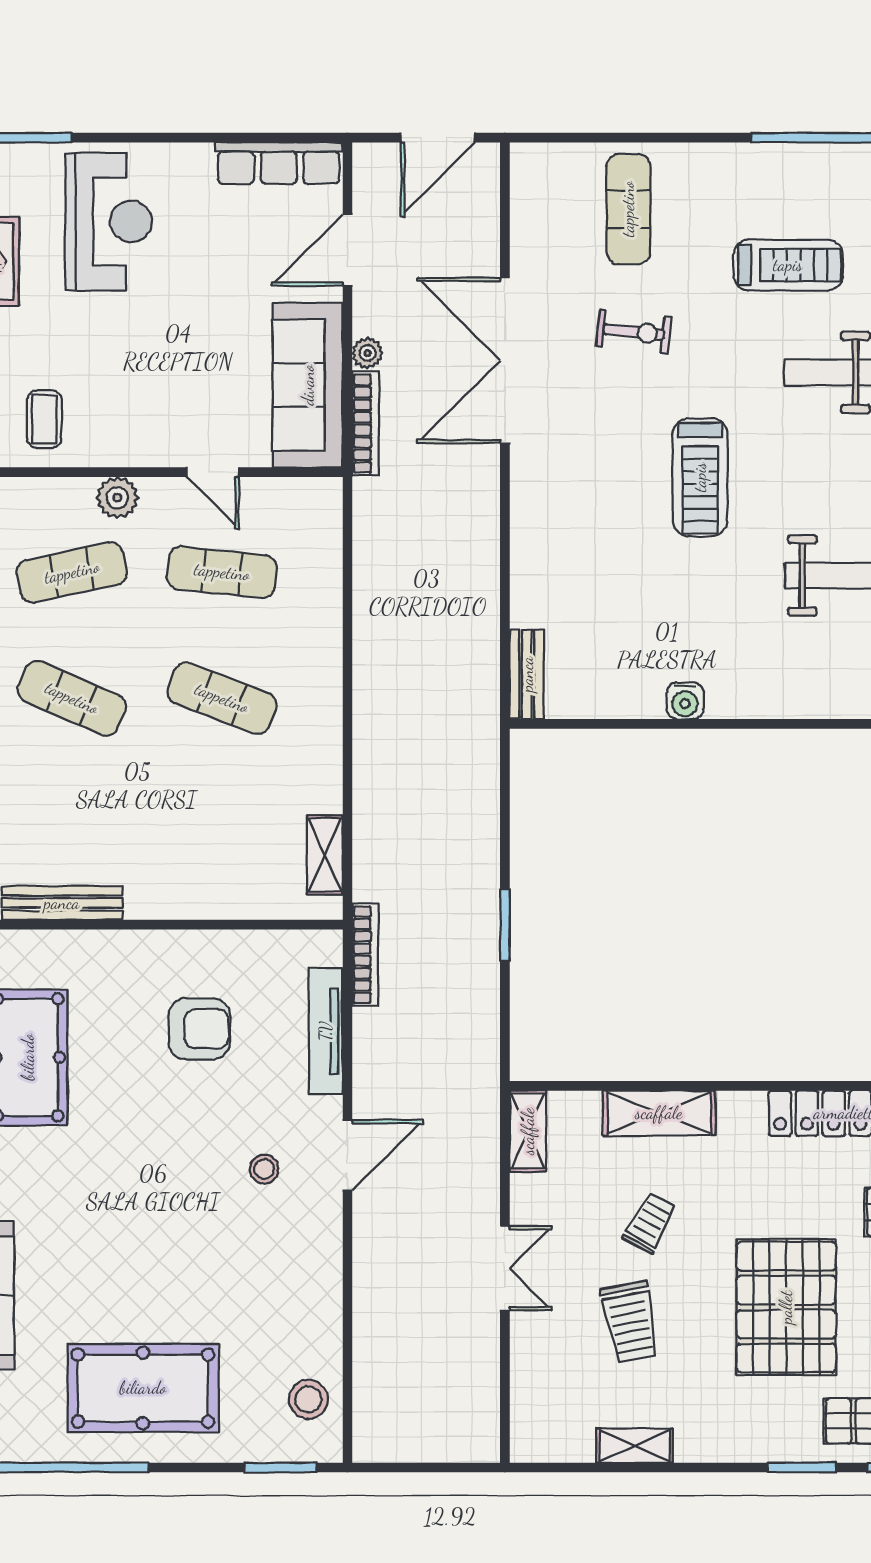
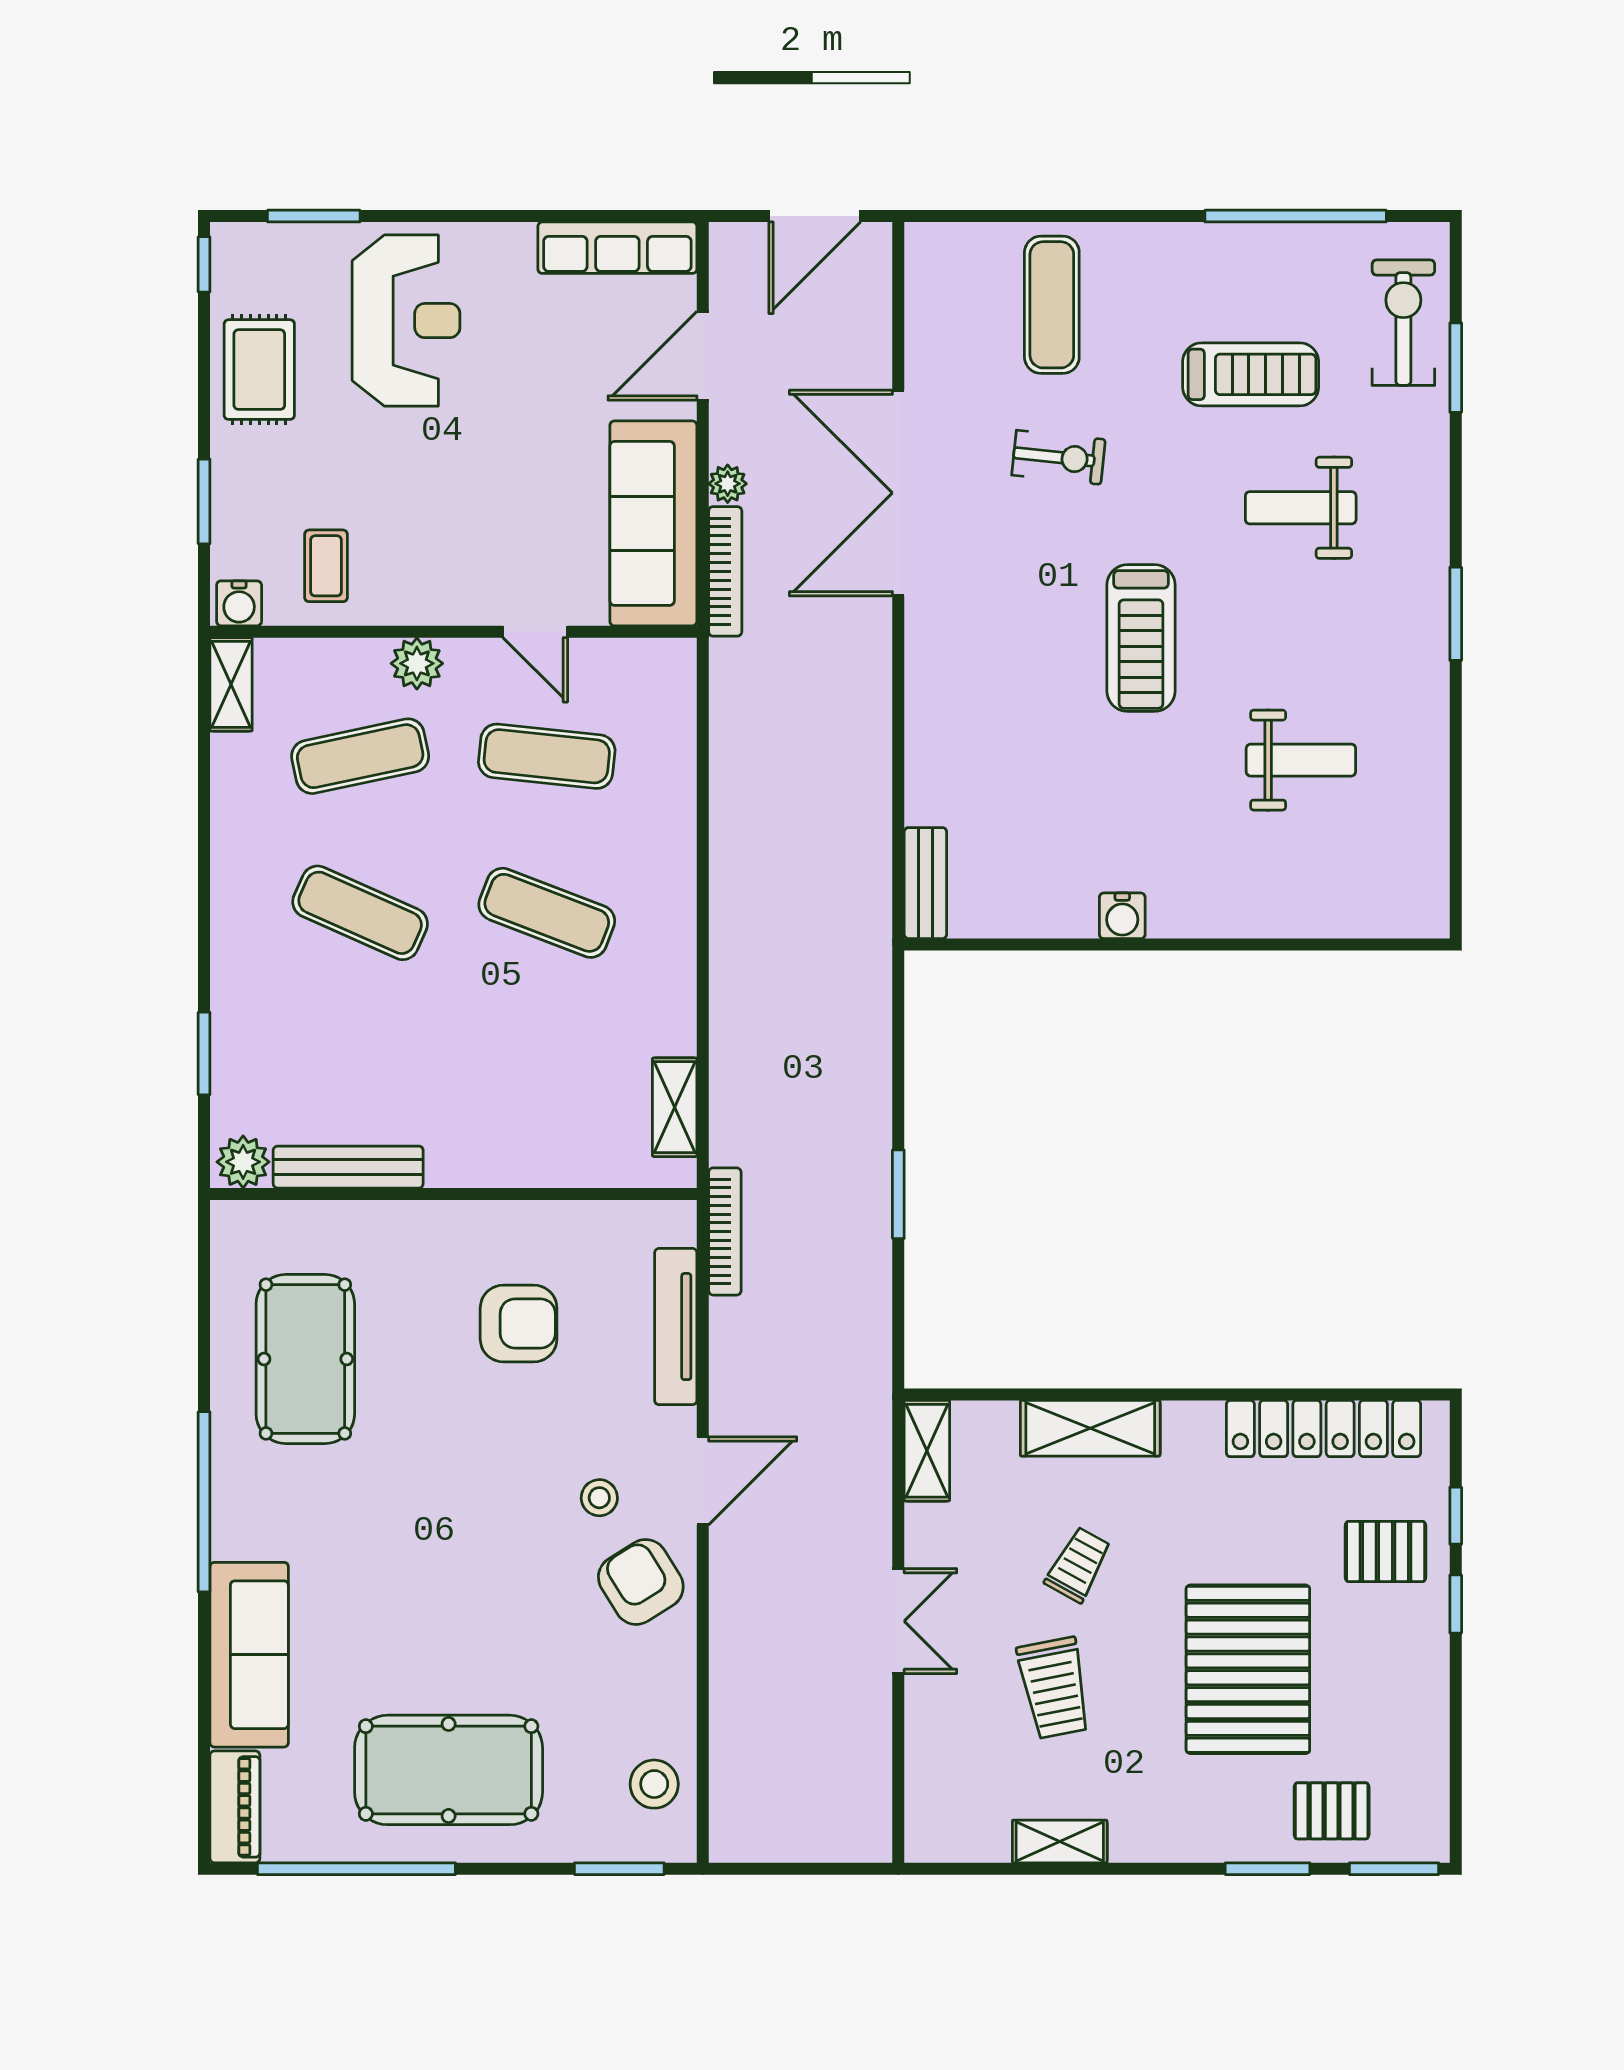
armchair: (298, 1237) -> (641, 1582), added

